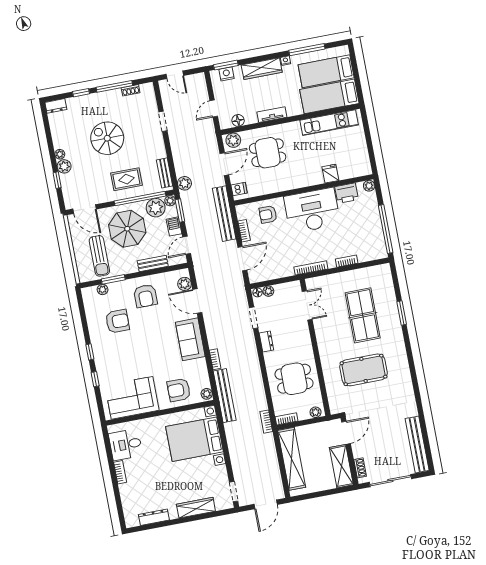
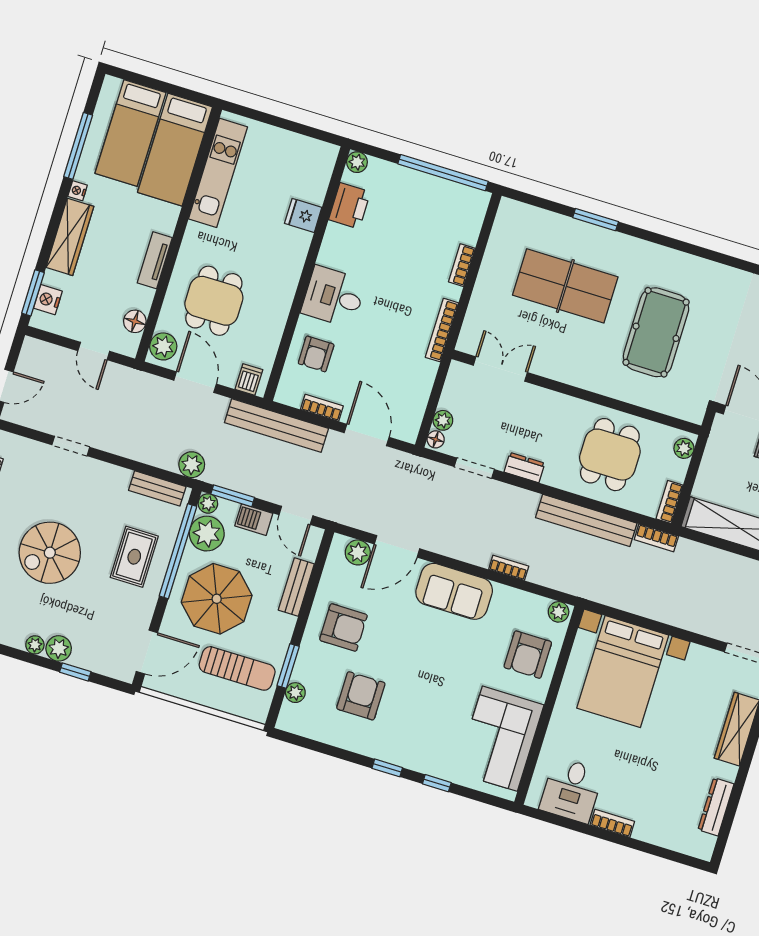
desk: (312, 210) -> (334, 297), width x0.53, depth x0.77
bench: (225, 396) -> (586, 520), moved

